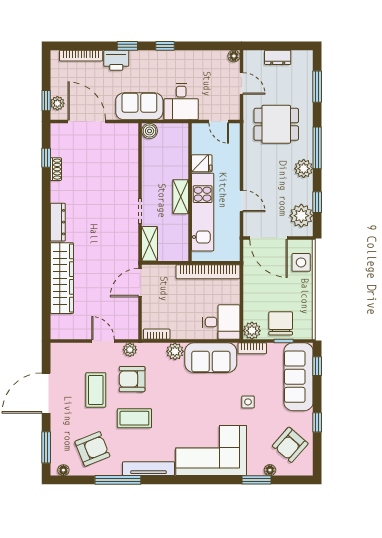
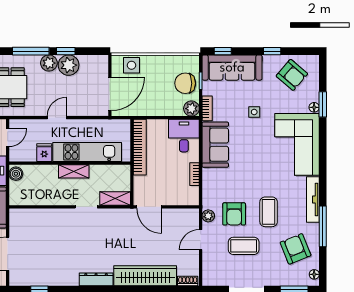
boiler: (150, 131) -> (16, 174), moved
shoe rack: (56, 169) -> (188, 281), moved
door: (241, 201) -> (57, 118), moved
window: (317, 202) -> (66, 51), moved
plant: (301, 216) -> (69, 65), moved
bookcase: (157, 334) -> (195, 174), moved
plant: (175, 351) -> (210, 176), removed
floor lamp: (270, 470) -> (314, 107), moved

